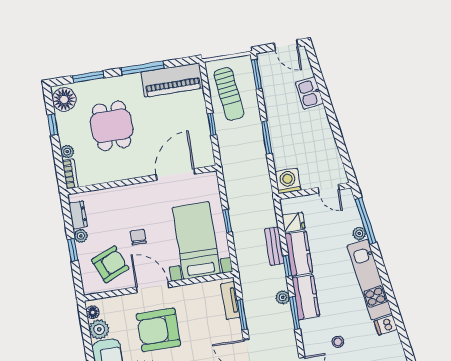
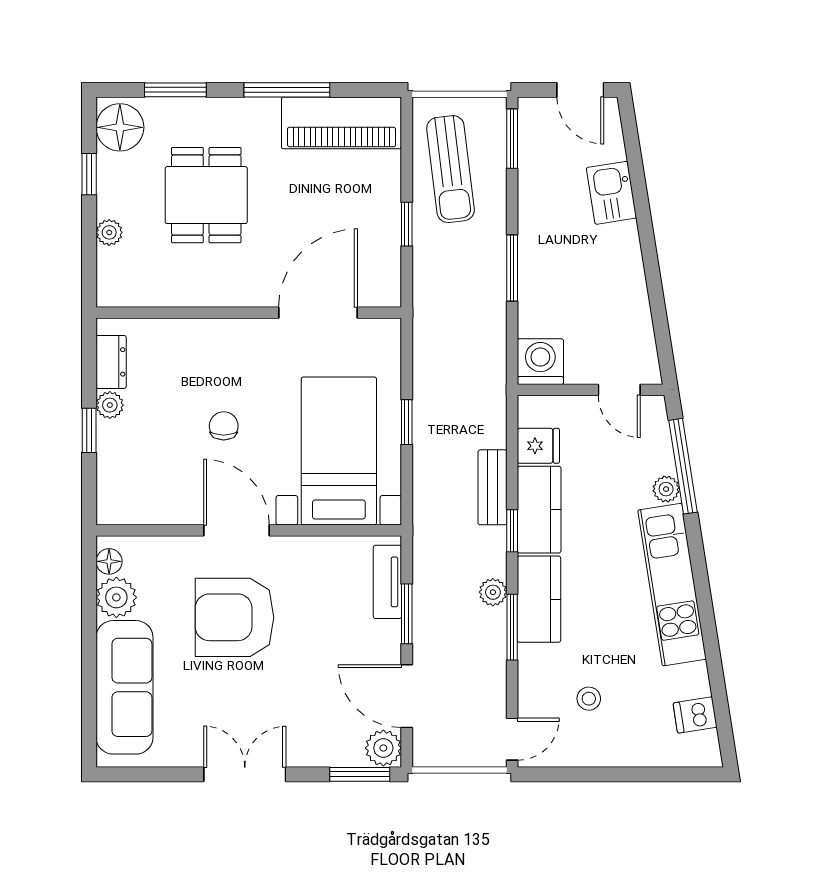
bookcase: (70, 174) -> (108, 278), removed
armchair: (110, 264) -> (159, 471), removed
dishwasher: (386, 325) -> (695, 715), moved

